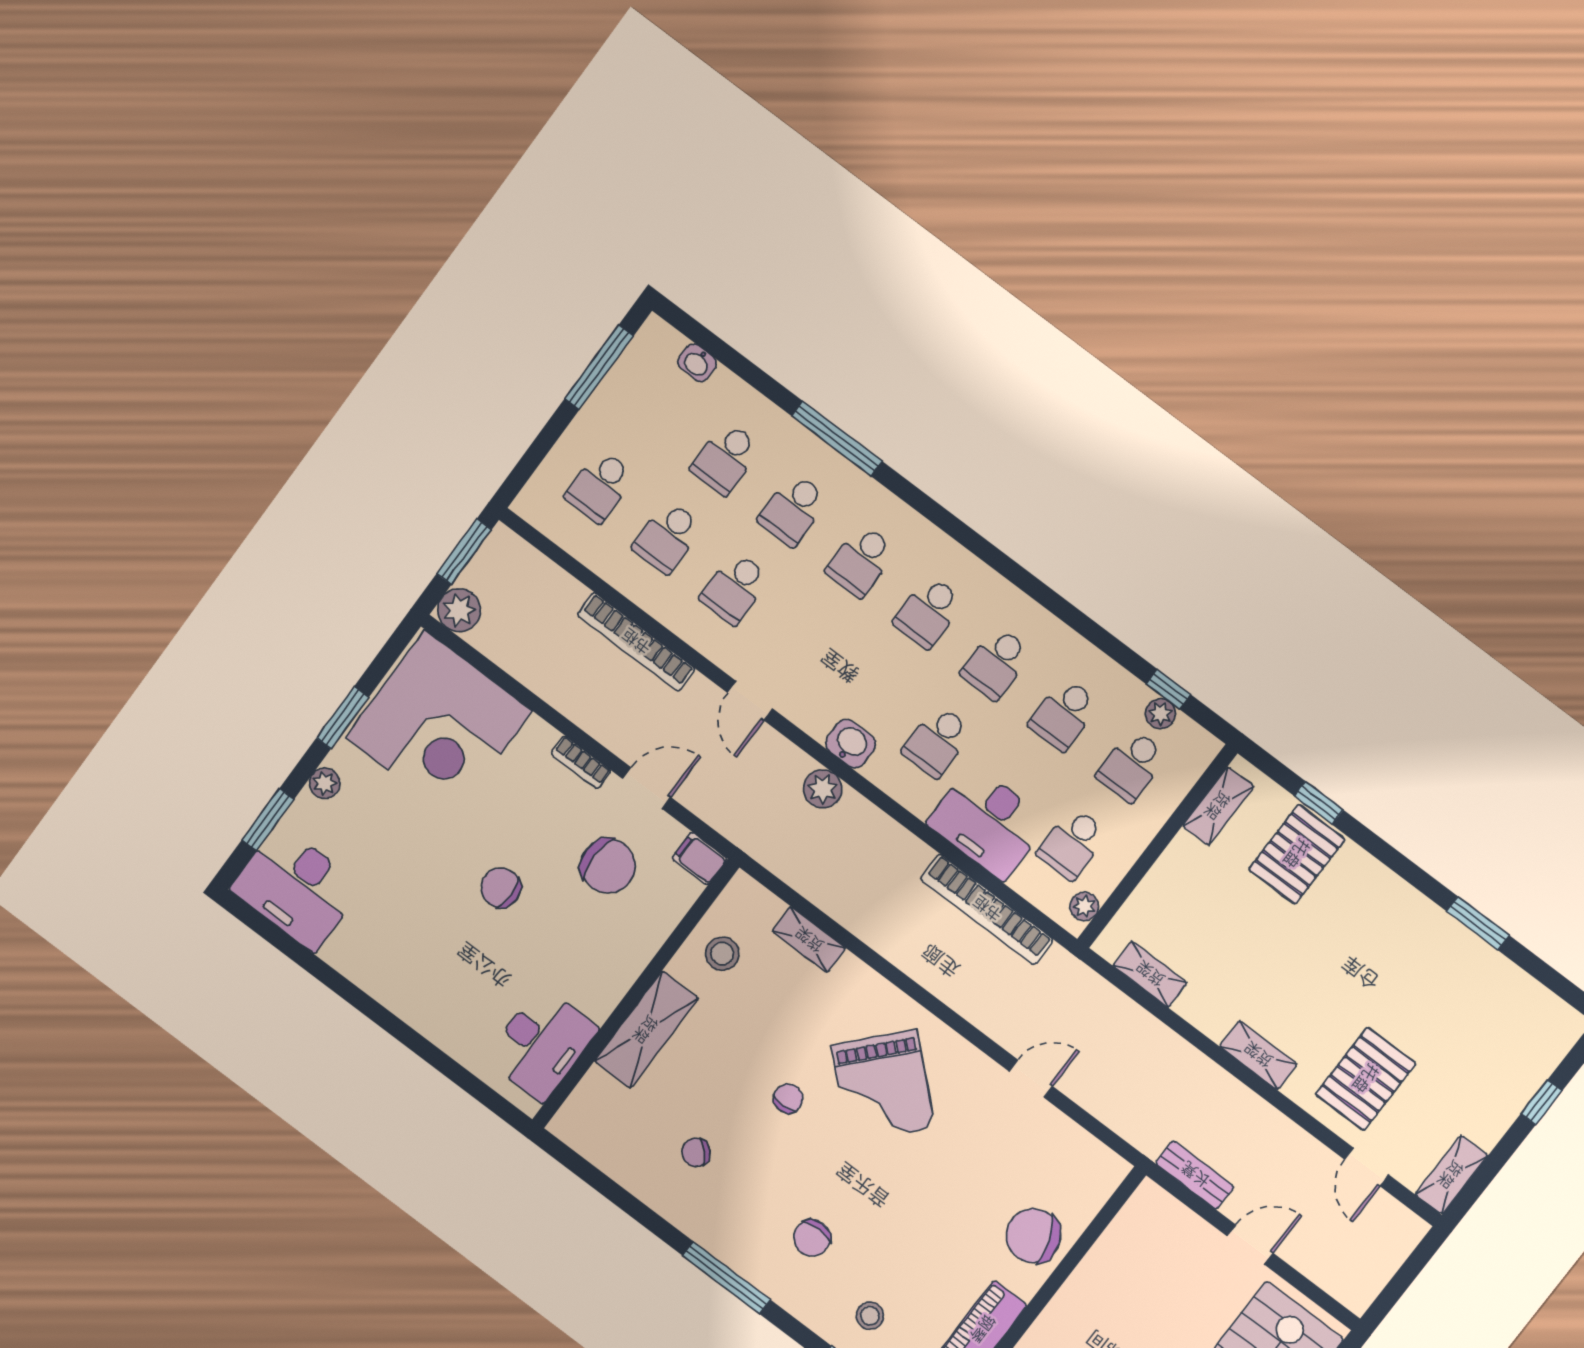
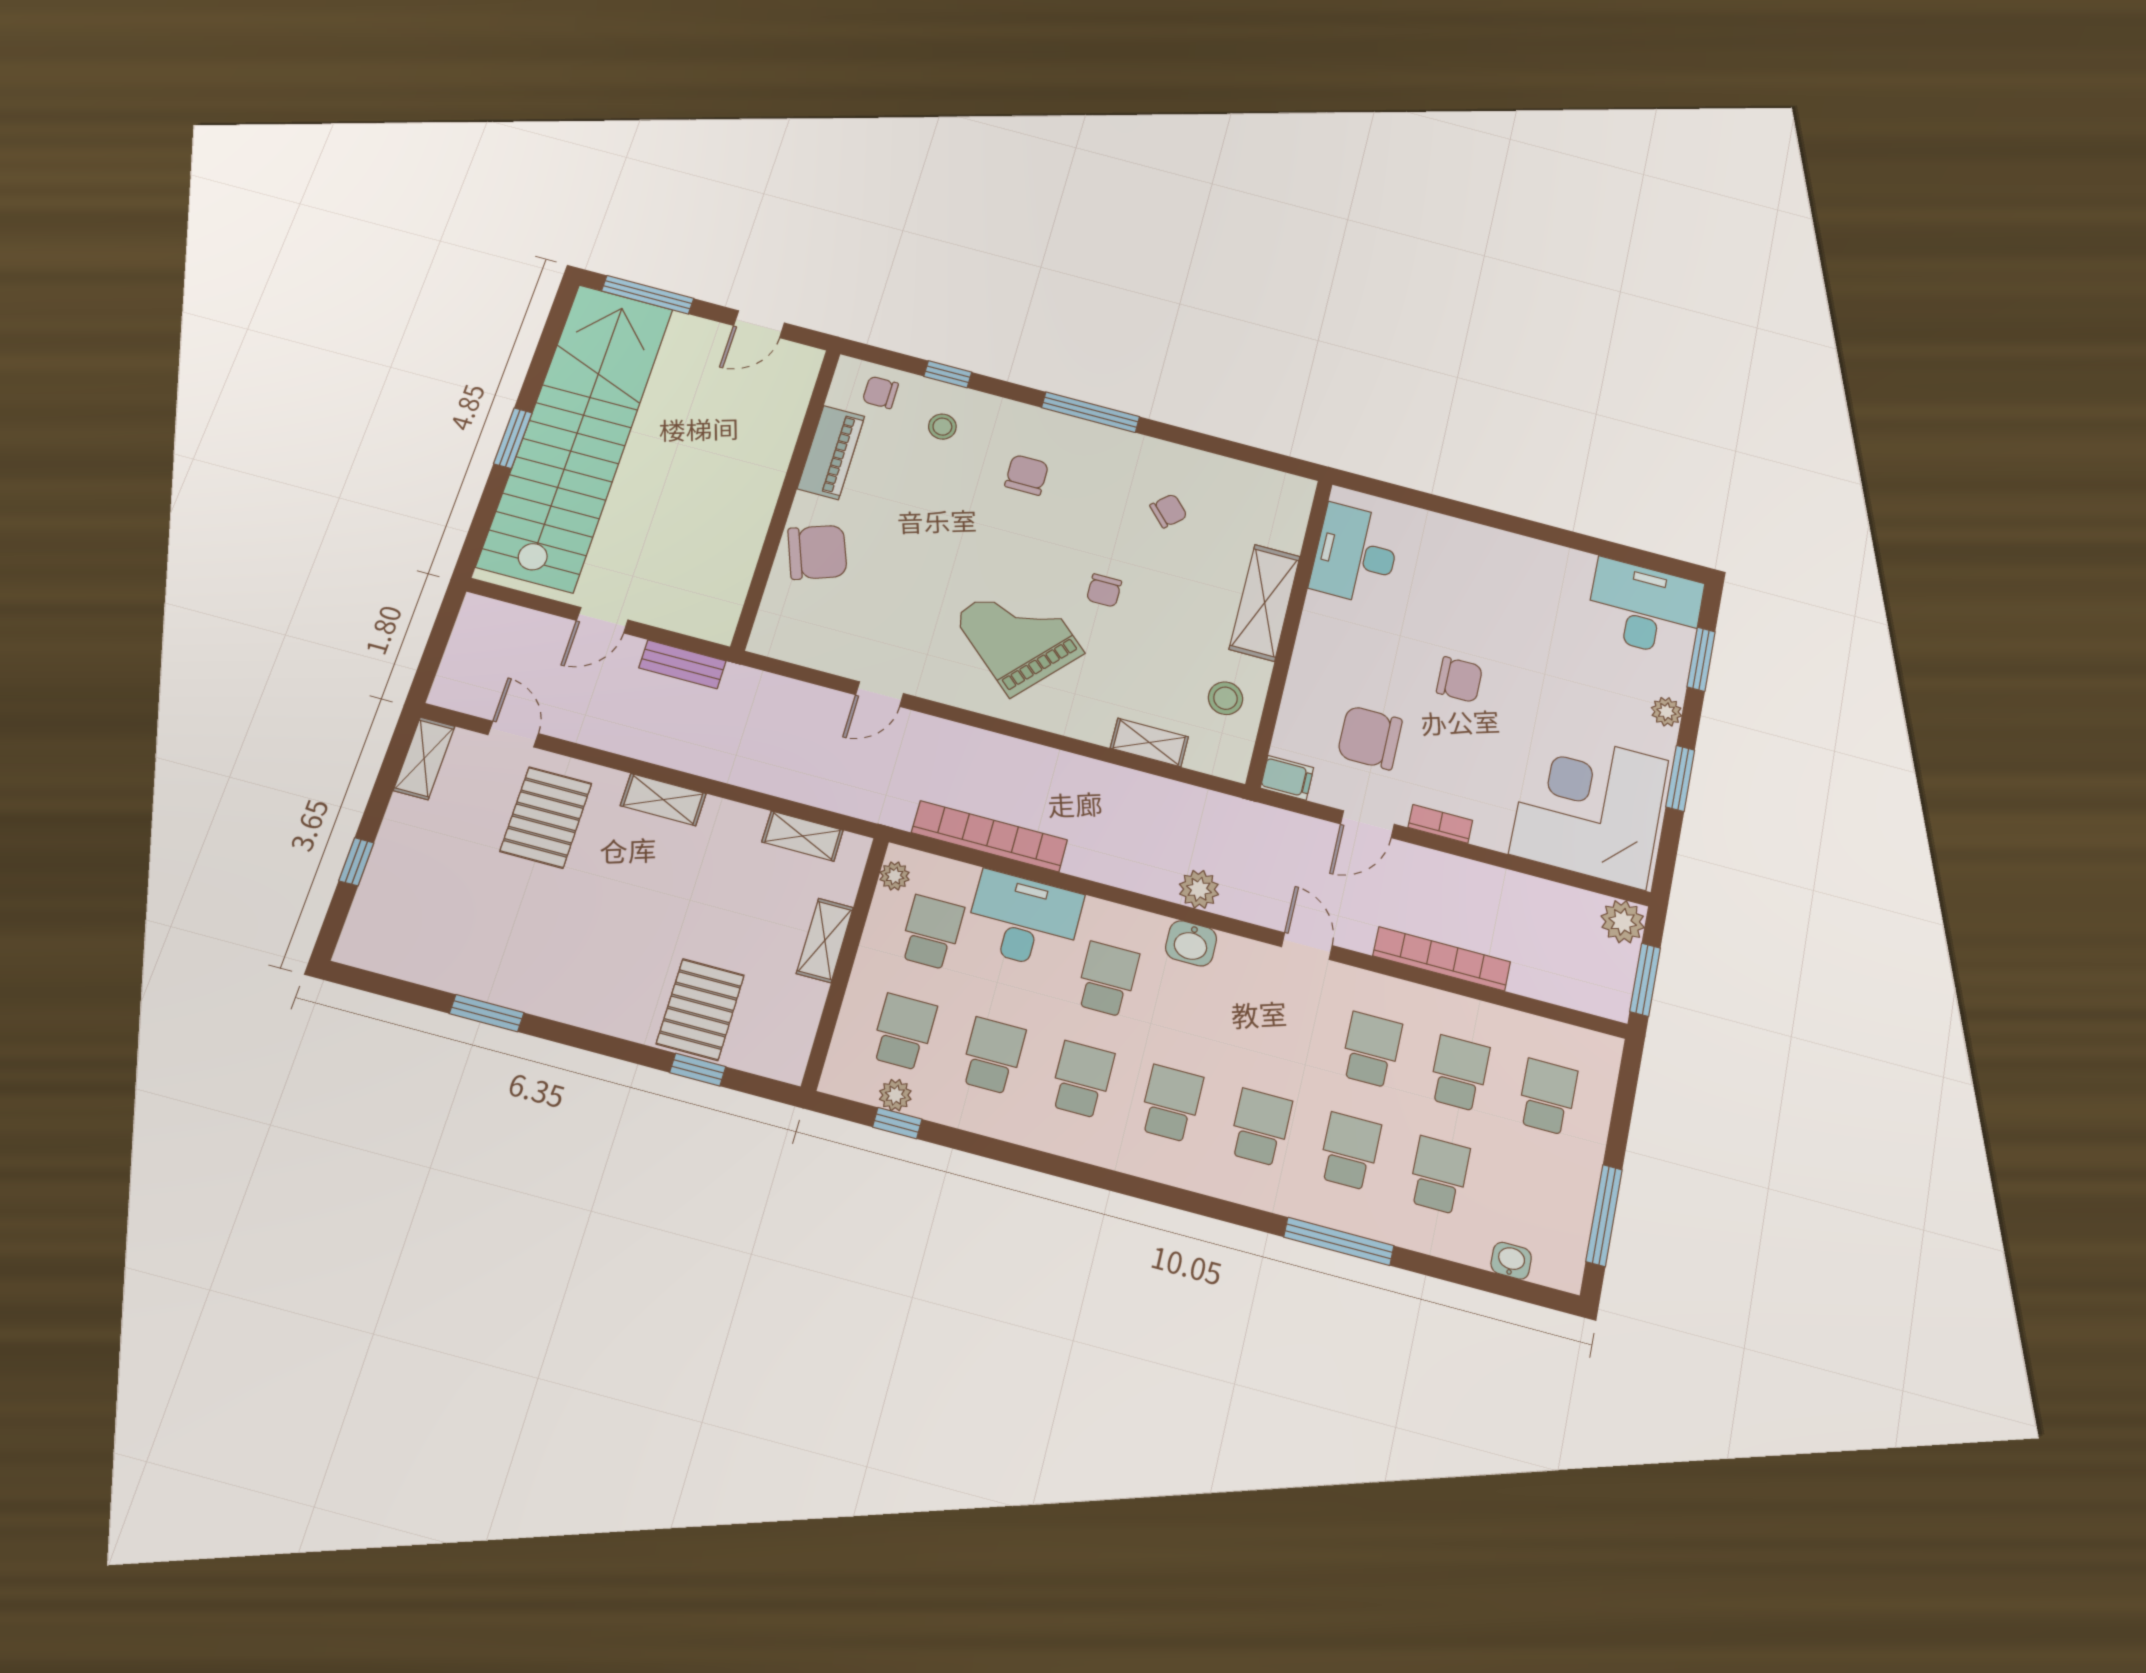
shelving: (1218, 806) -> (825, 940), moved

